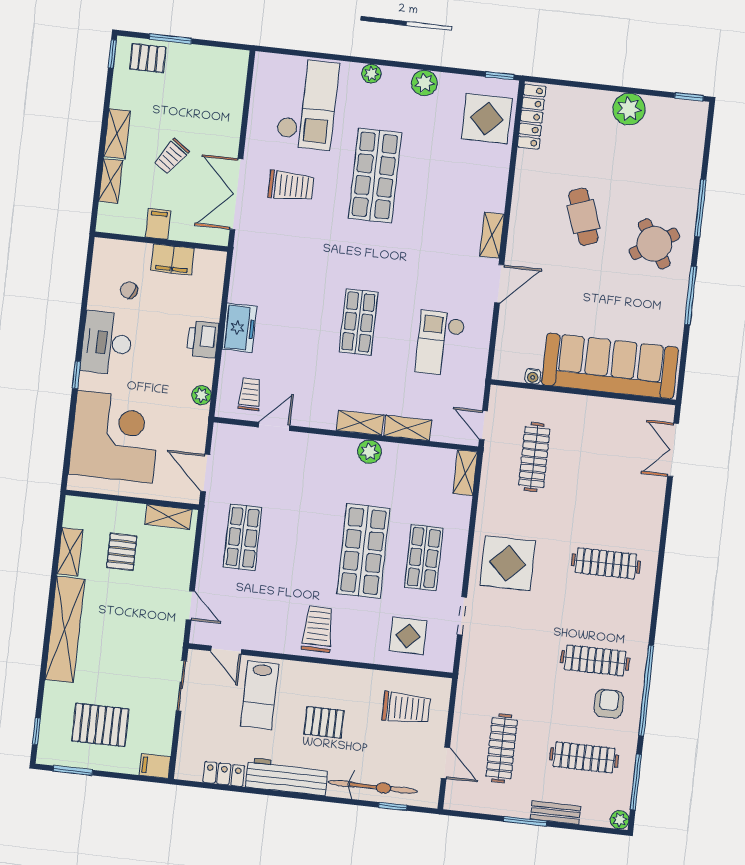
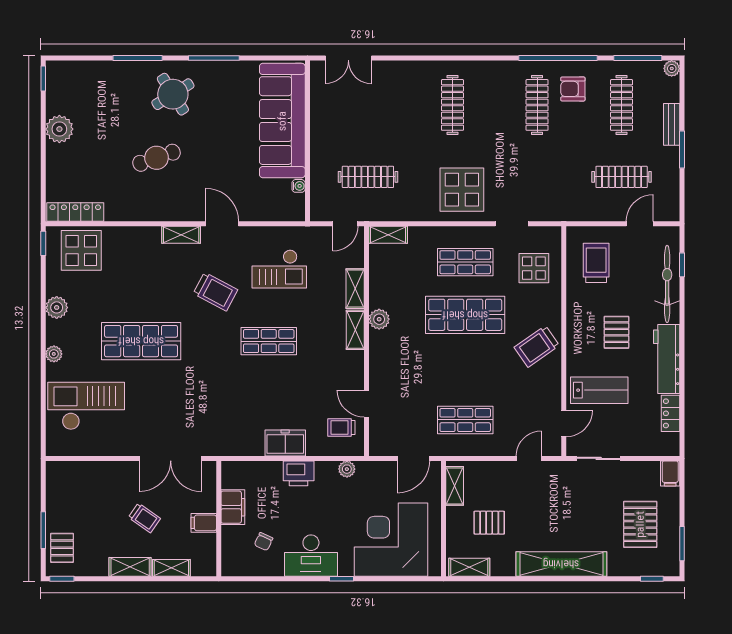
trolley: (291, 186) -> (215, 292), moved, turned 118
shelving: (70, 552) -> (469, 567), moved
trolley: (318, 629) -> (537, 346), turned -35

